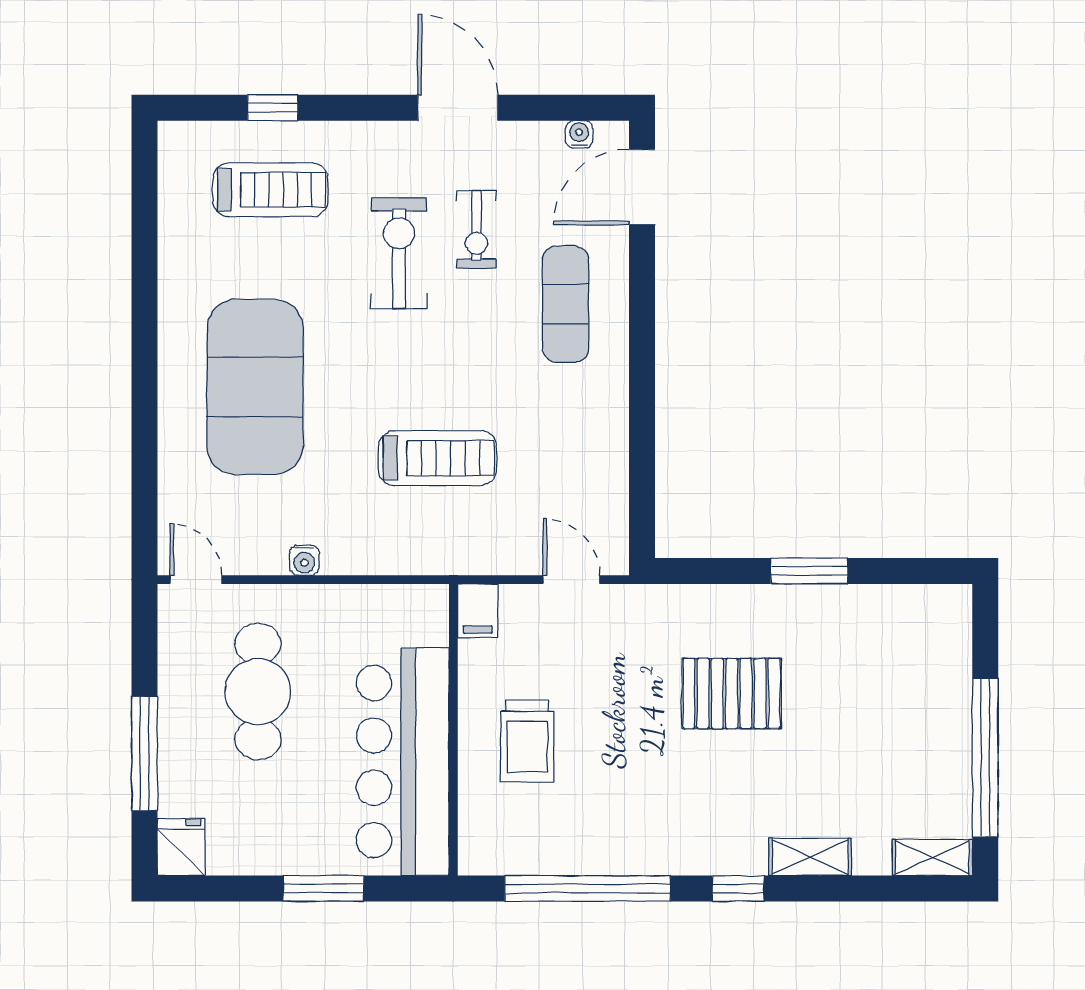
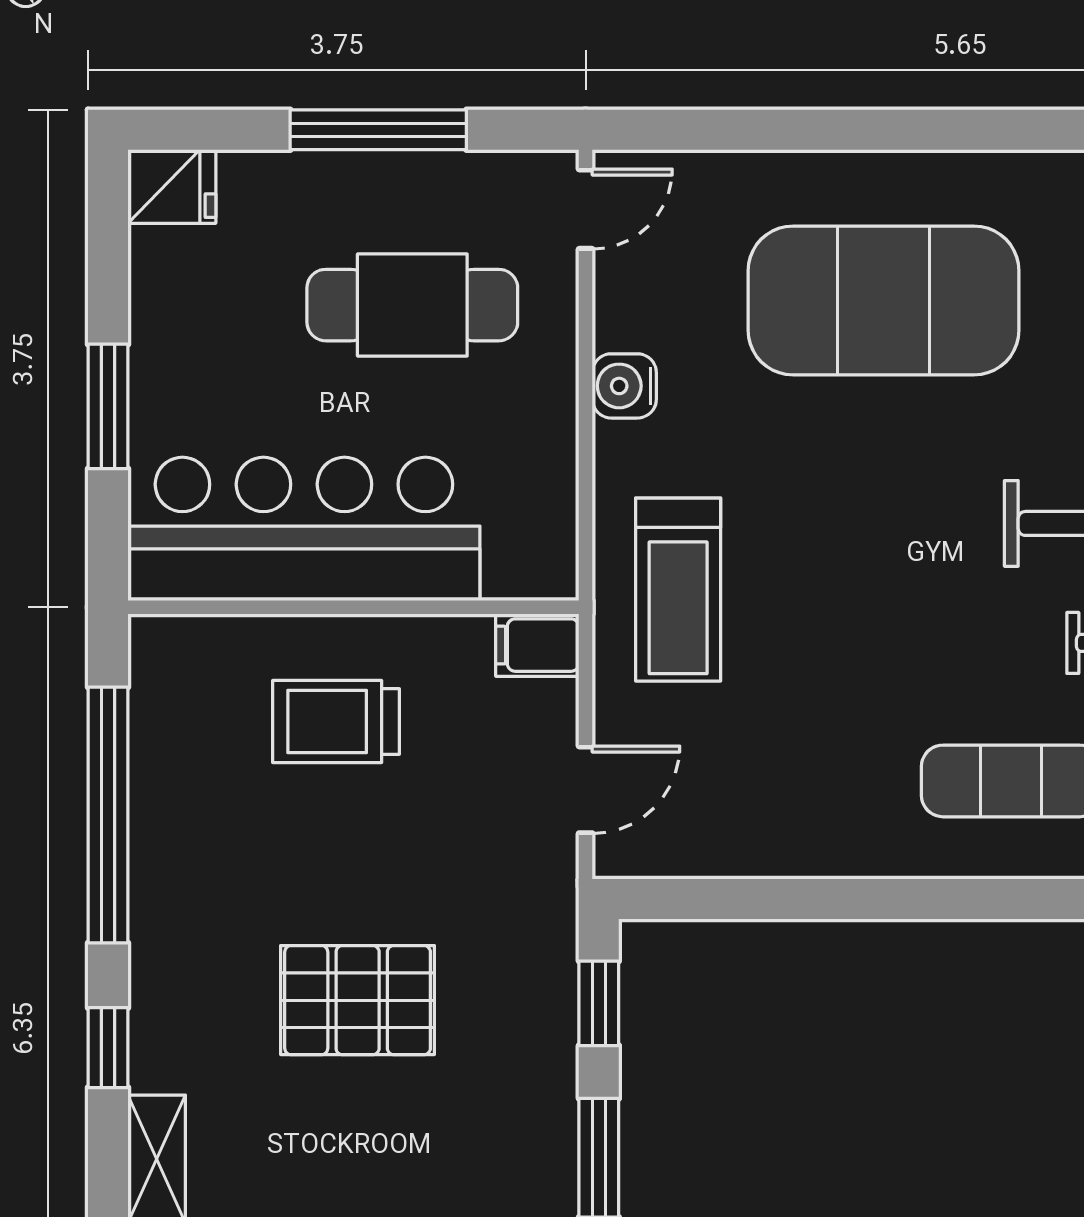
treadmill: (437, 458) -> (678, 590), moved
water cooler: (304, 560) -> (624, 386), width x1.38, depth x1.38
window: (709, 571) -> (599, 1003), added
pallet: (732, 694) -> (358, 1000), moved, turned 90
window: (145, 754) -> (378, 130), moved

